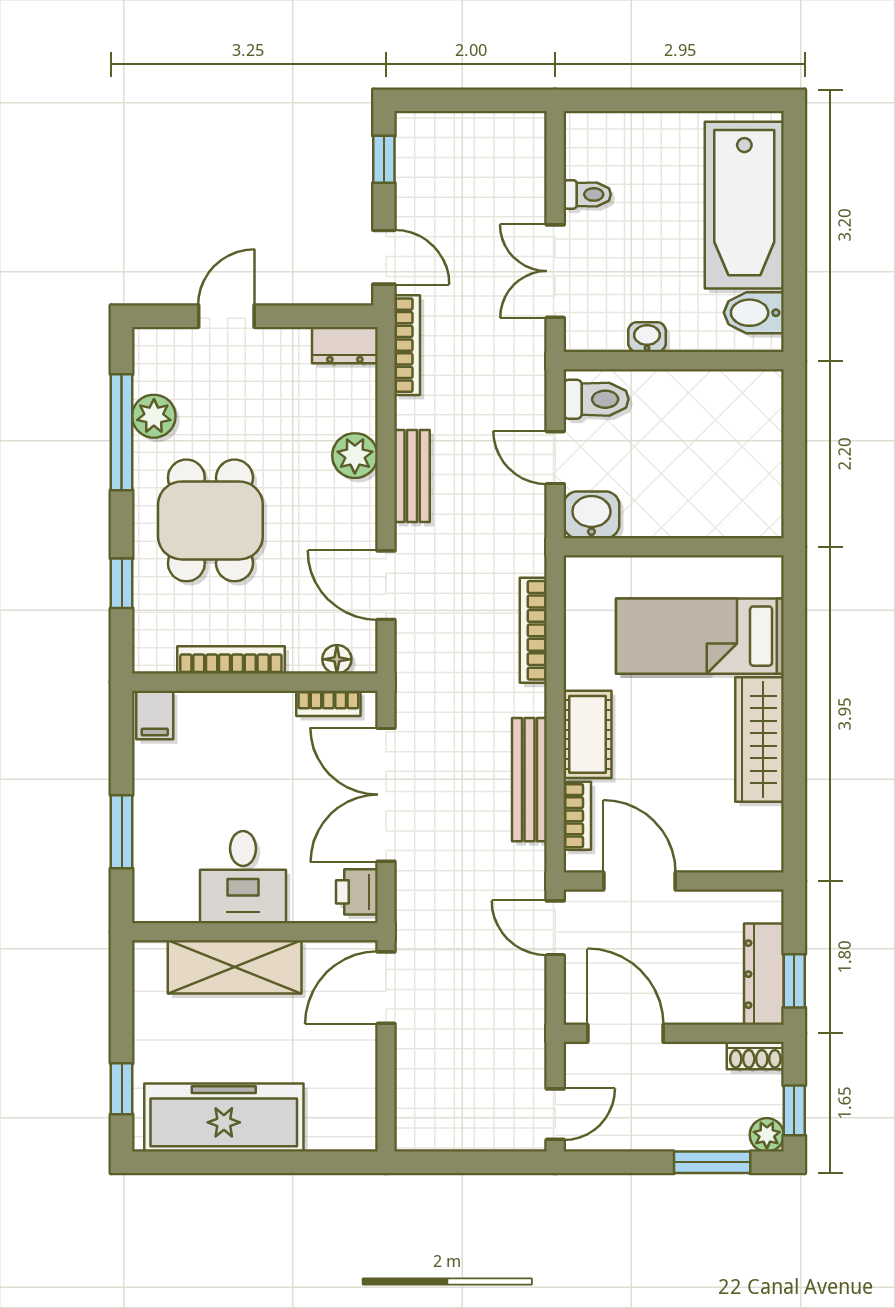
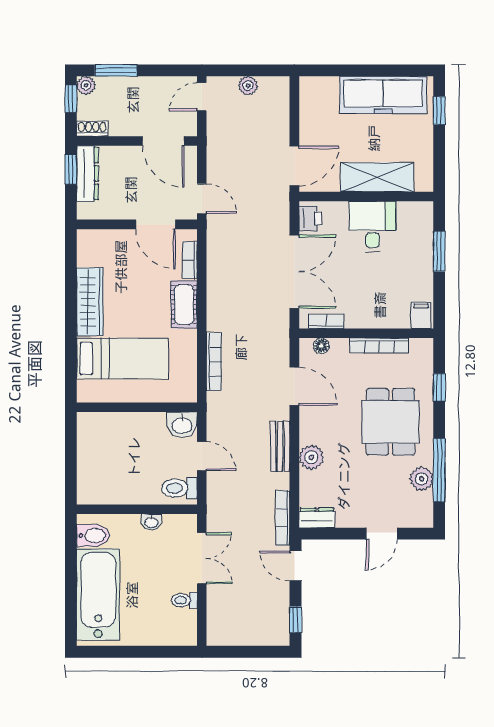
bench: (529, 780) -> (216, 280), removed
plant: (470, 1134) -> (248, 86), added

